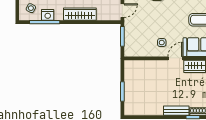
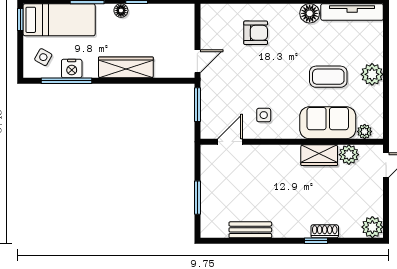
door: (175, 58) -> (230, 142), moved
bench: (176, 111) -> (250, 230), moved

